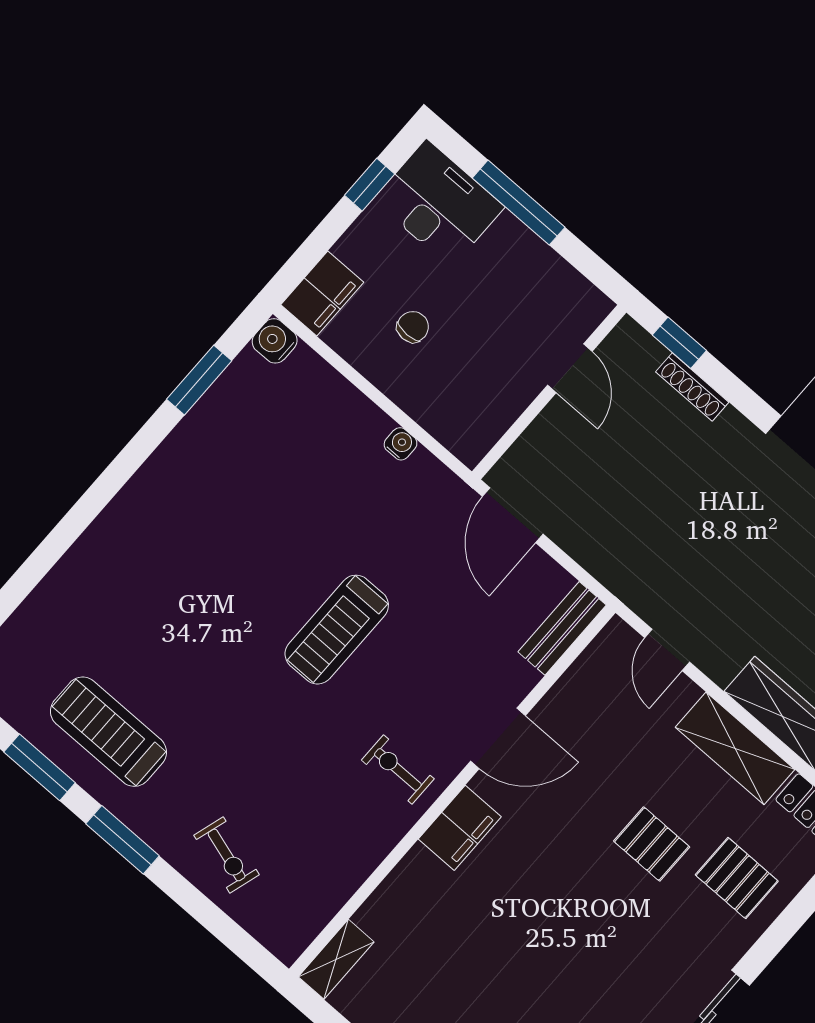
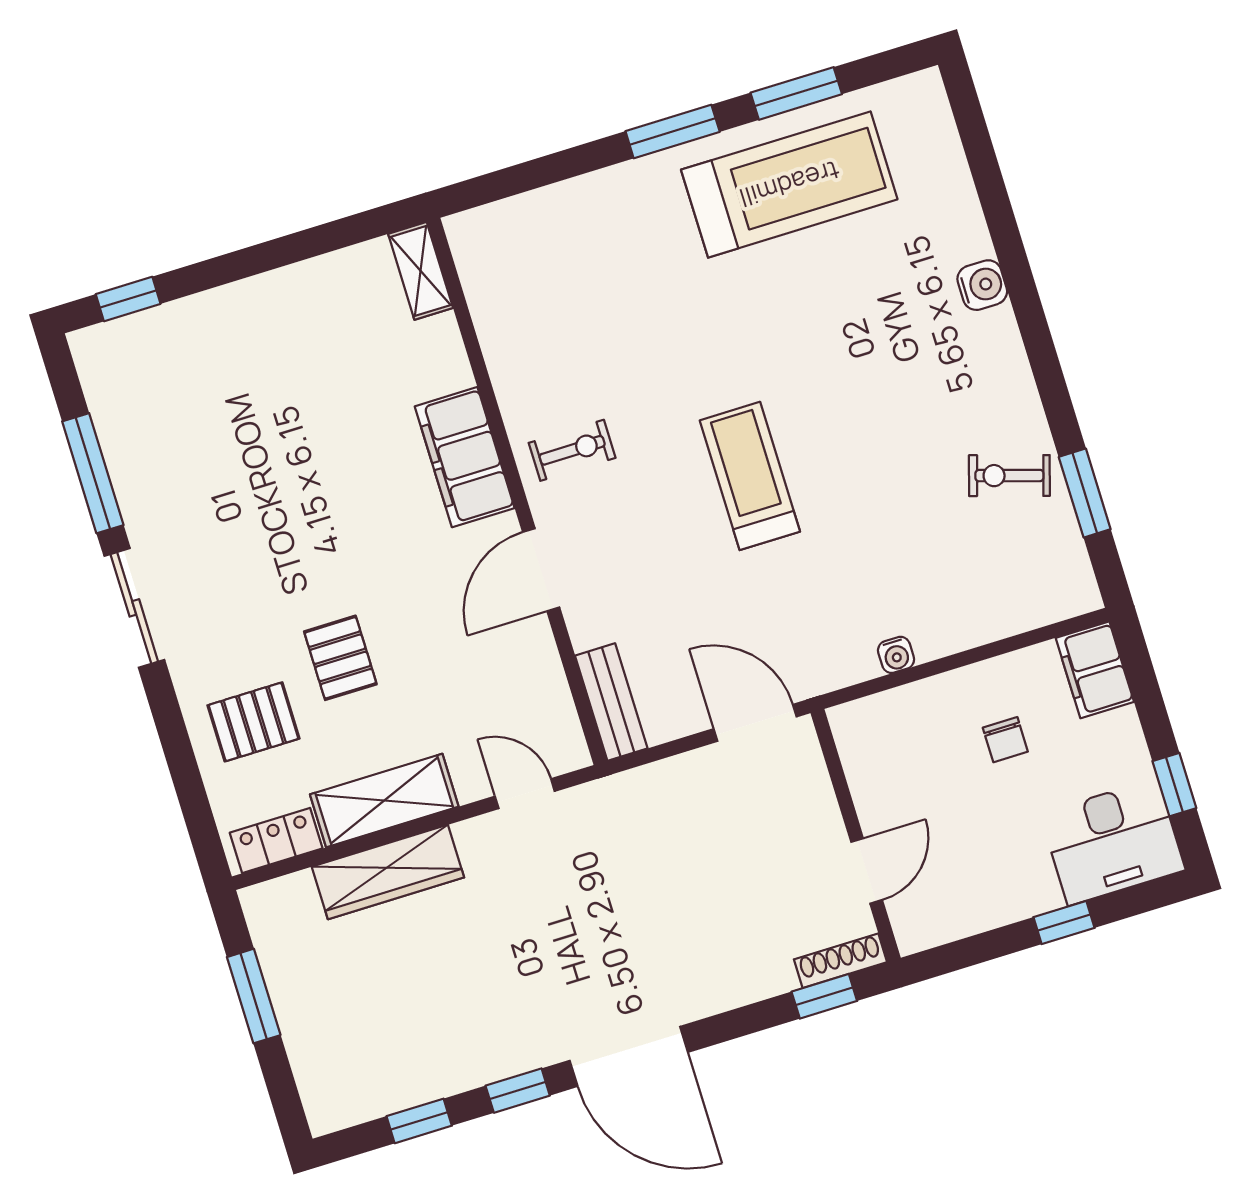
window: (519, 203) -> (1064, 923), width x0.46
water cooler: (275, 341) -> (982, 285), moved
door: (570, 368) -> (867, 871), swing flipped
shoe rack: (692, 387) -> (840, 961), moved
treadmill: (108, 732) -> (789, 184), width x1.37, depth x1.37
filing cabinet: (460, 828) -> (465, 457), width x1.50, depth x1.17
pallet: (652, 844) -> (340, 658), turned 90
exercise bike: (227, 855) -> (1009, 476), moved

